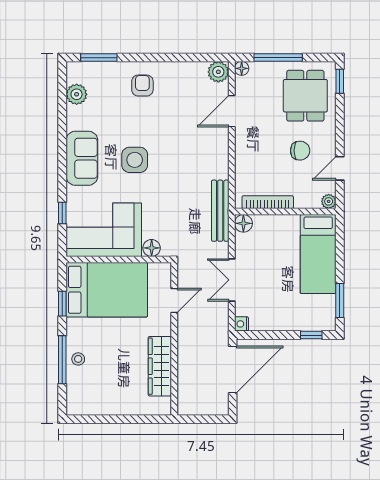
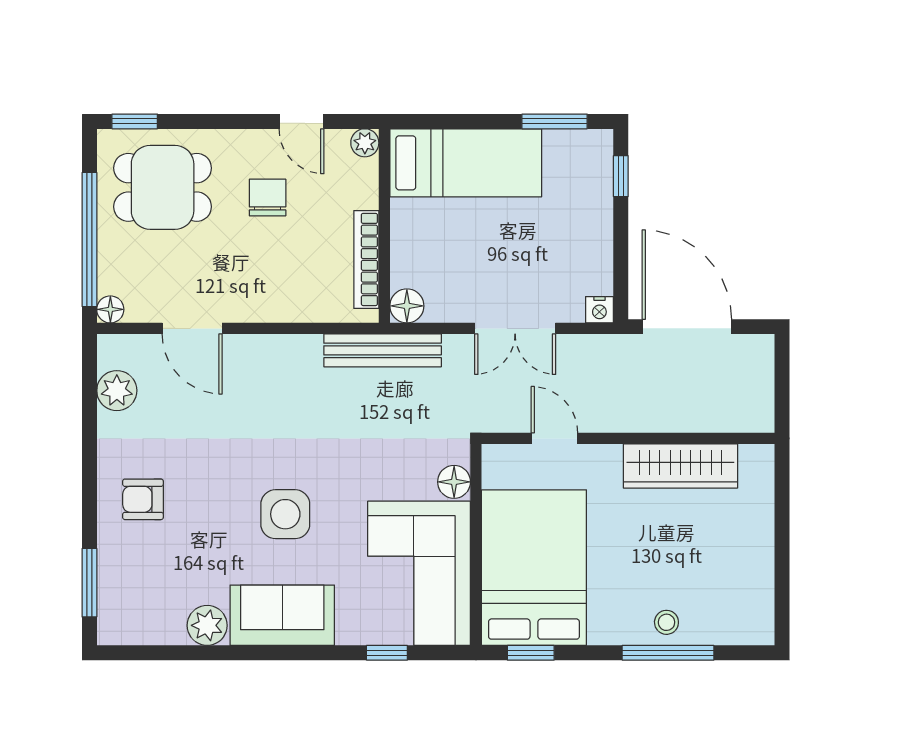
window: (278, 58) -> (89, 239), width x1.46
plant: (218, 72) -> (117, 391), moved
plant: (77, 94) -> (207, 625), moved
window: (62, 304) -> (531, 653), moved

